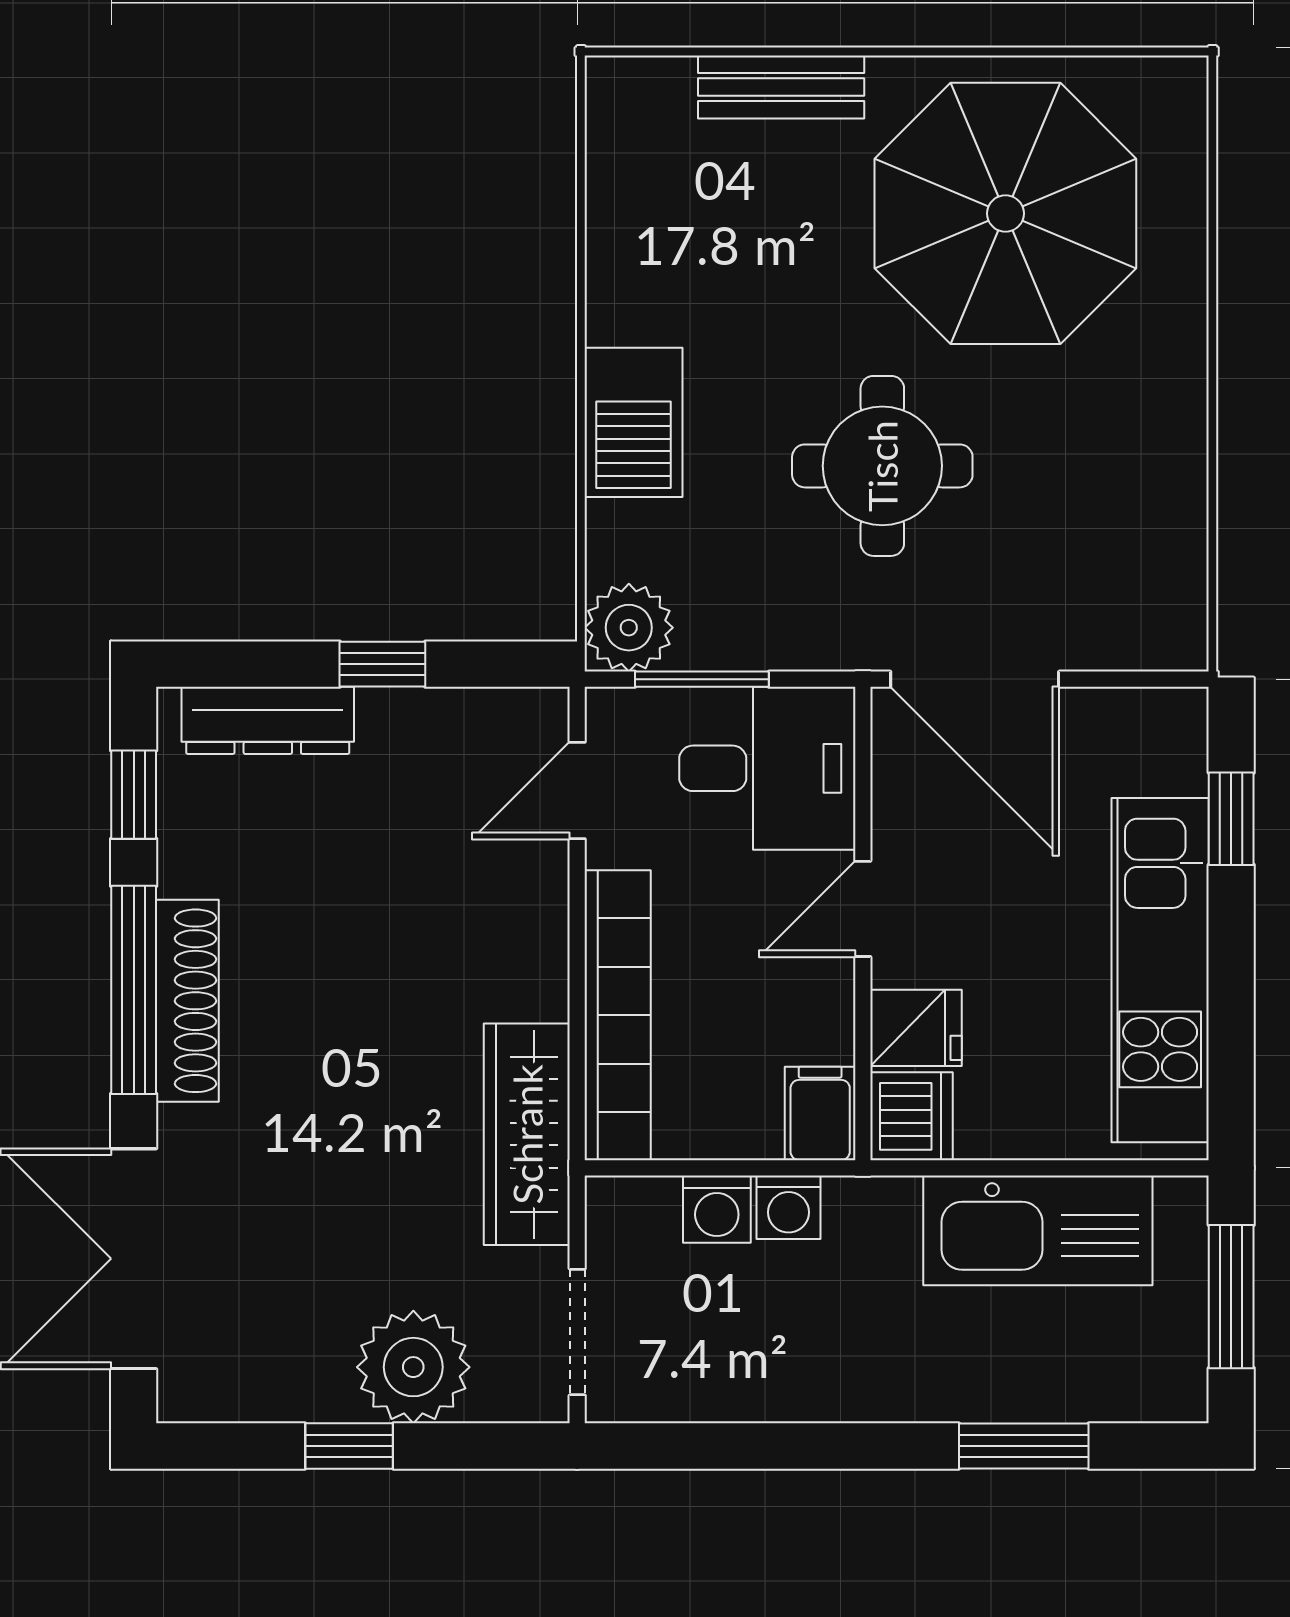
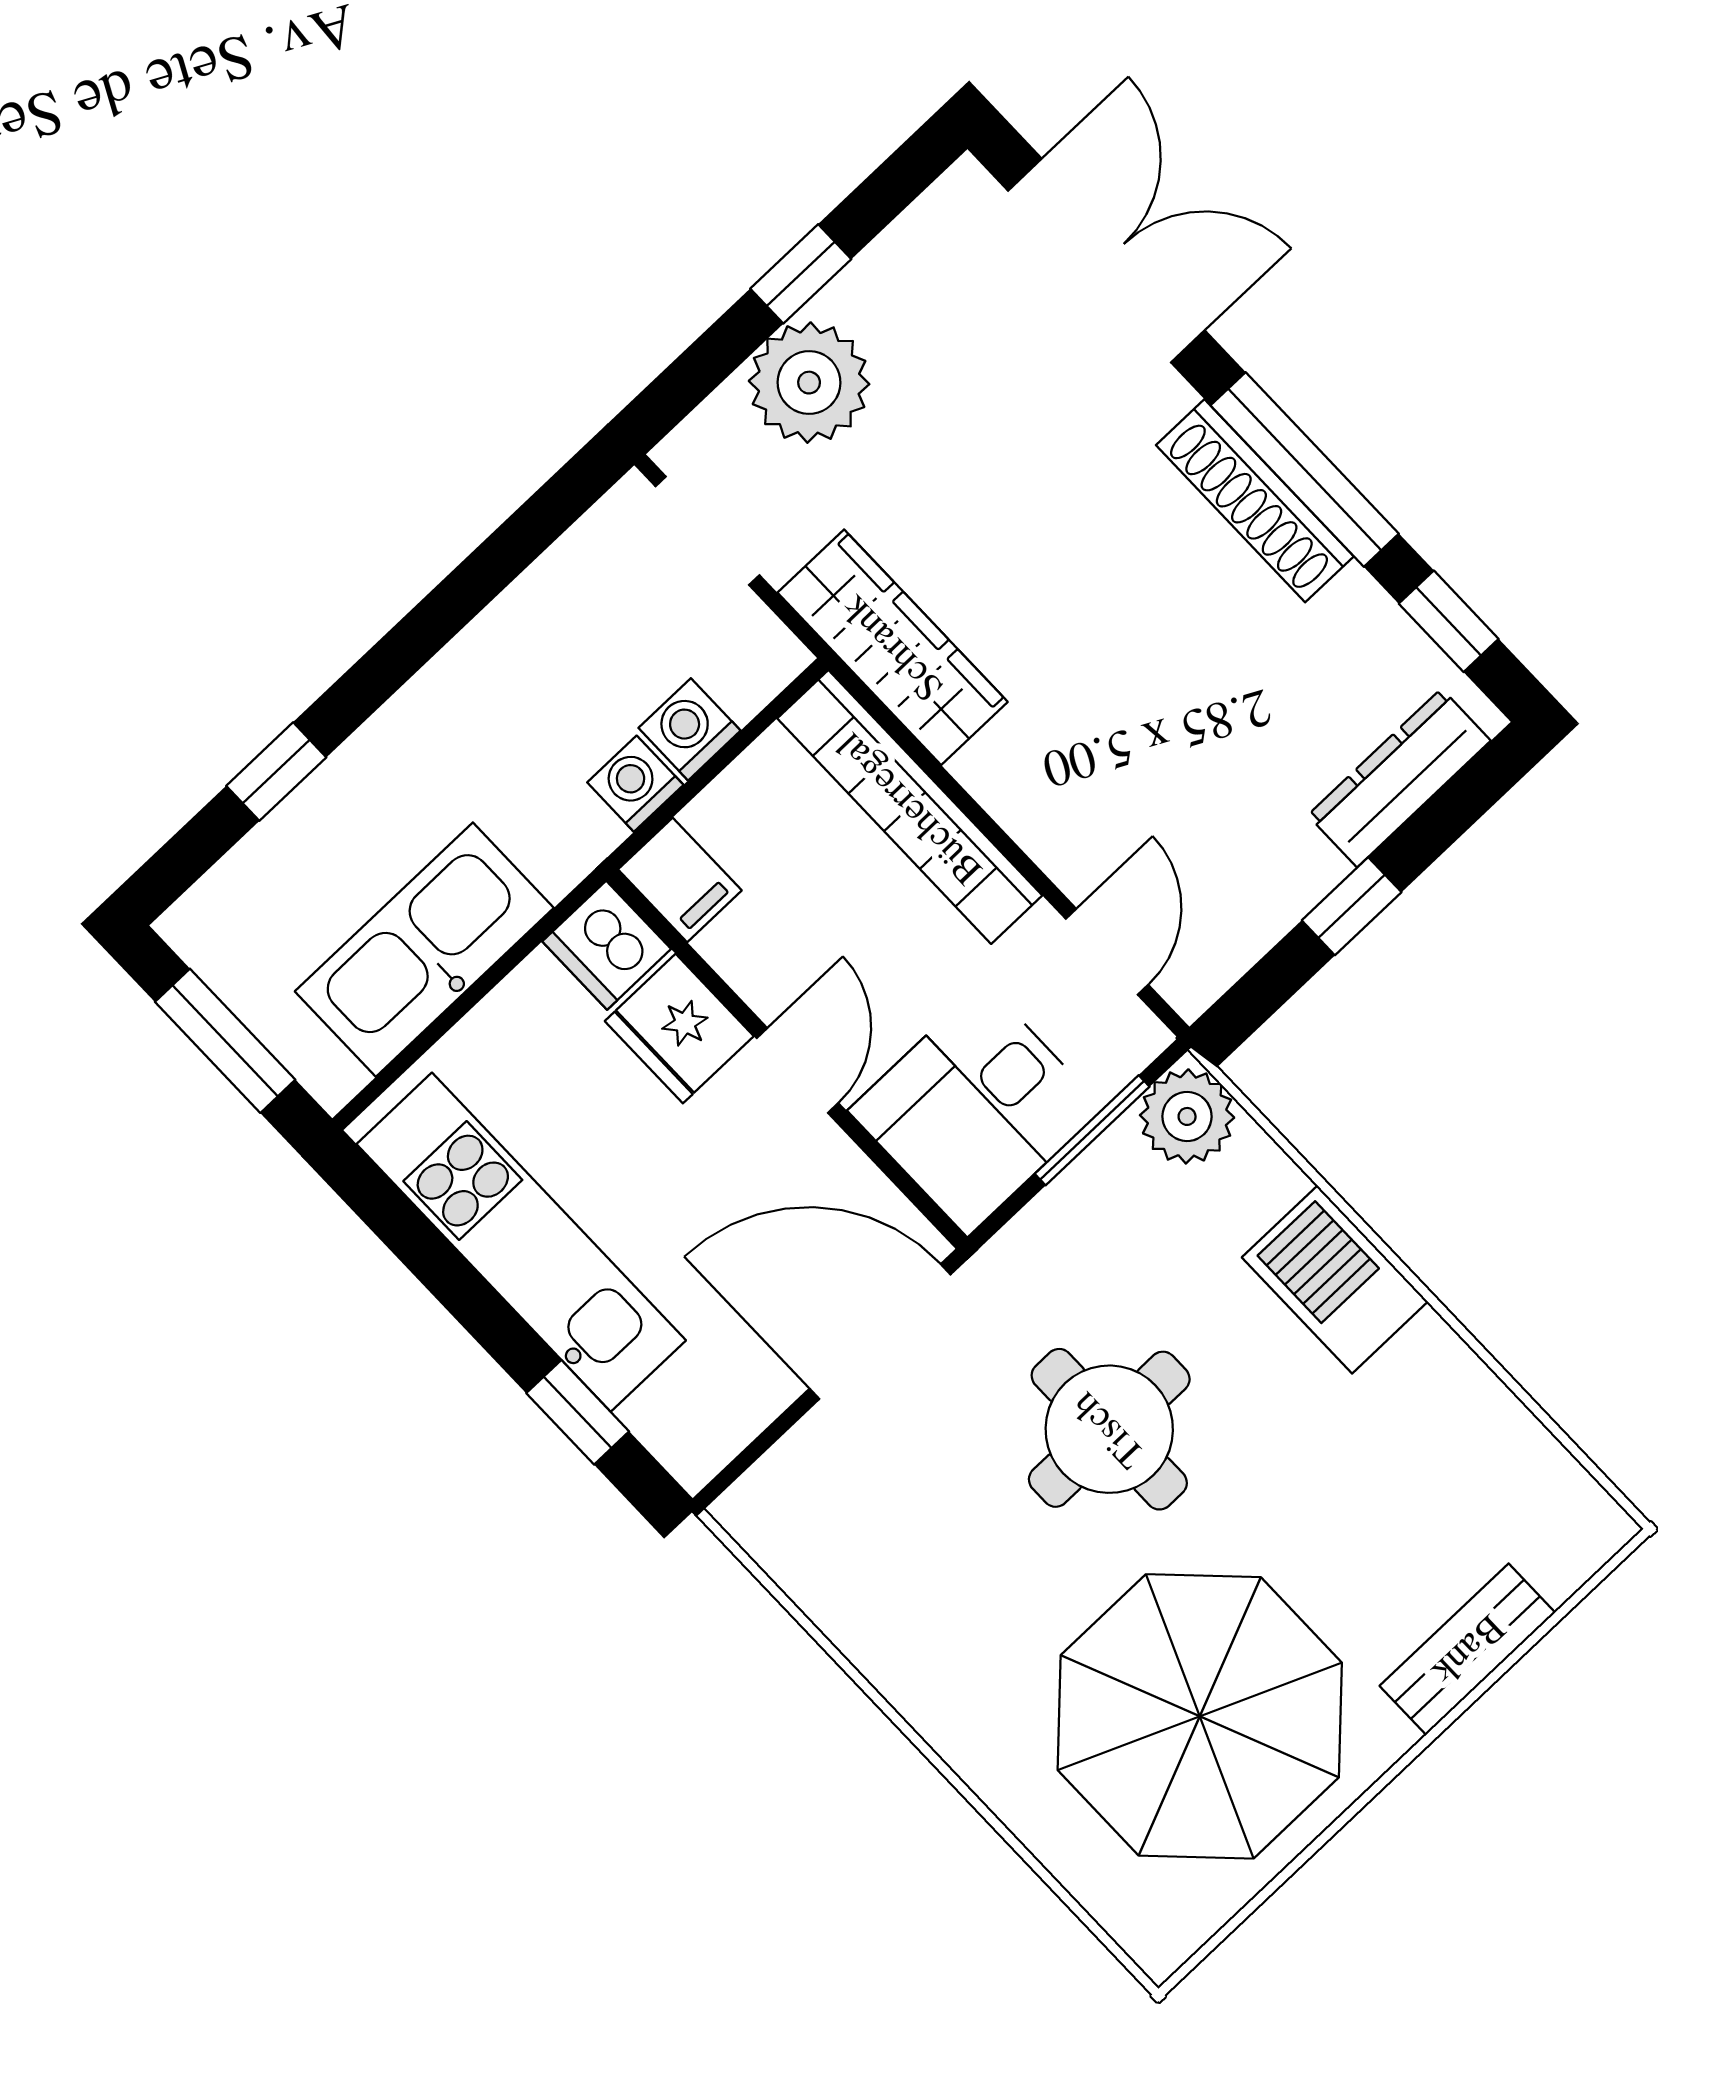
fridge: (916, 1028) -> (679, 1029), width x1.38
window: (1024, 1446) -> (276, 772), width x0.67

